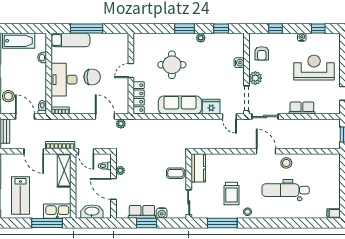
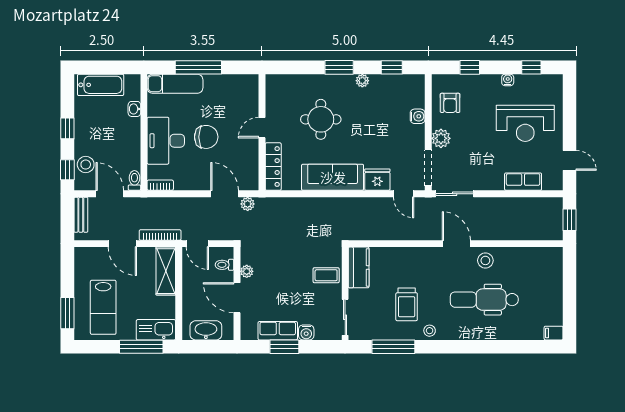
reception desk: (314, 68) -> (525, 123), turned 180
row of seats: (302, 108) -> (523, 182), moved

